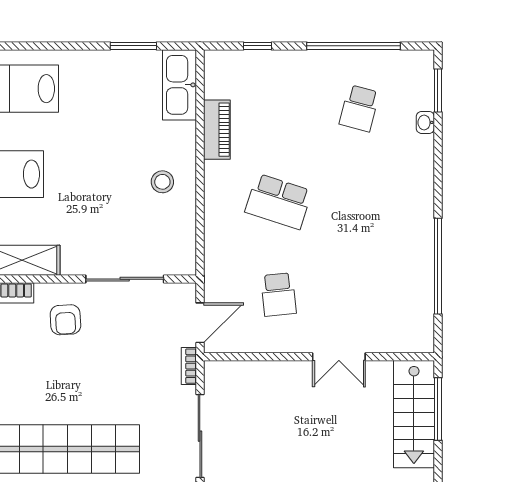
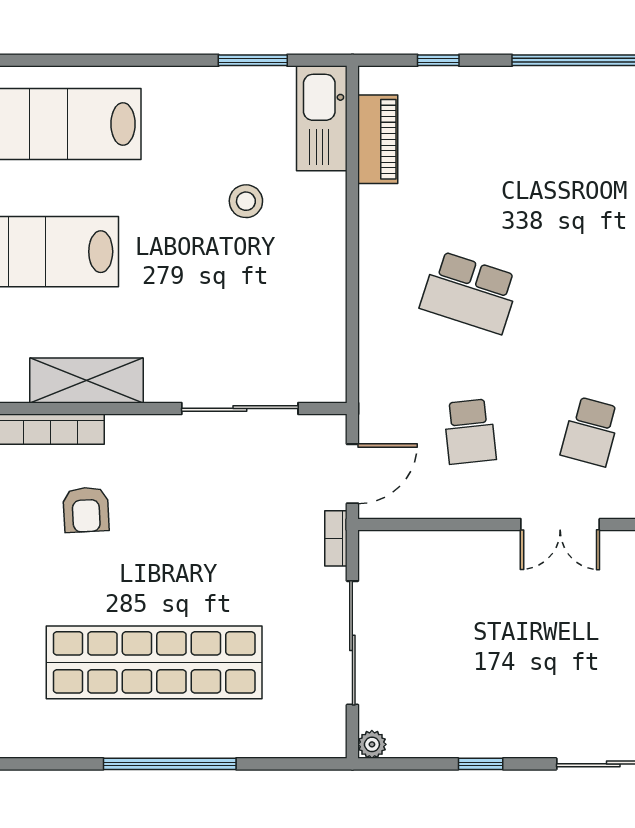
school desk: (359, 108) -> (591, 432), moved
piano: (217, 130) -> (378, 139), moved
stool: (162, 182) -> (246, 201), moved
armchair: (65, 320) -> (86, 510), moved

